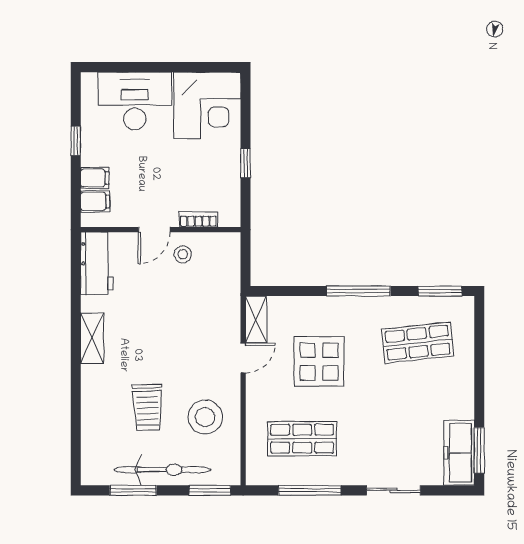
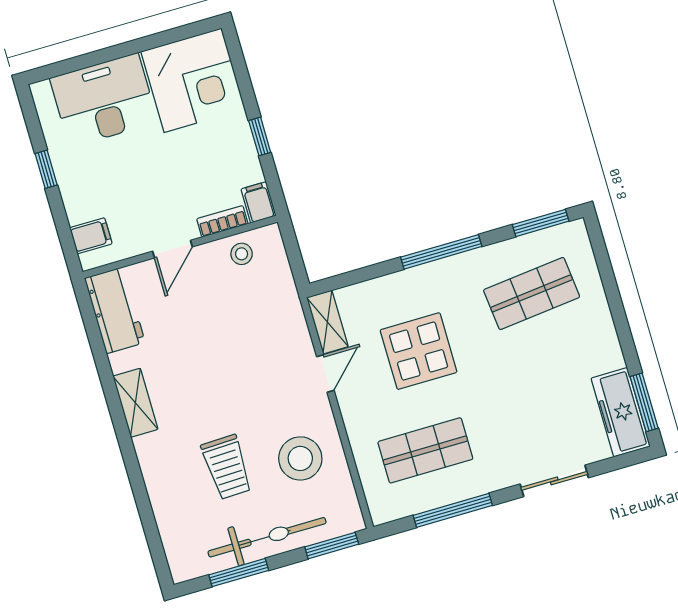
filing cabinet: (95, 178) -> (258, 202), moved, turned -90
stool: (183, 254) -> (242, 254), moved

